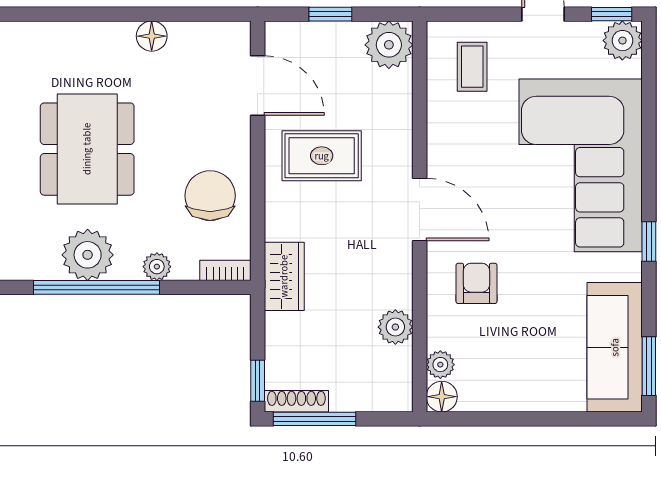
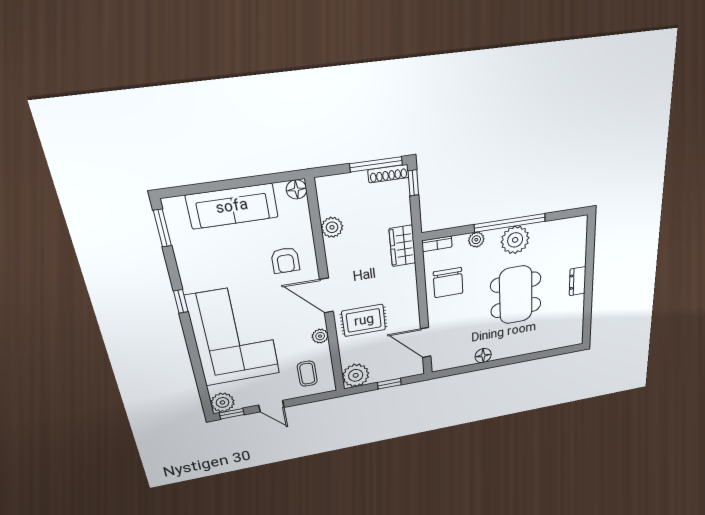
rug: (322, 156) -> (364, 320), moved
sofa: (615, 347) -> (232, 206), moved, turned 90
plant: (440, 365) -> (320, 336), moved

